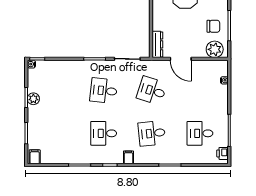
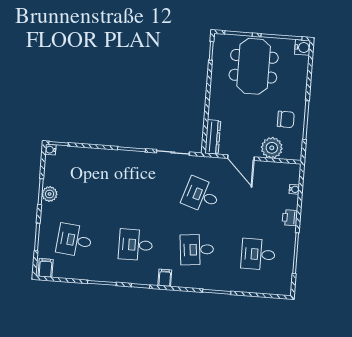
plant: (215, 49) -> (272, 148), moved
desk: (104, 91) -> (74, 240), moved
printer: (222, 153) -> (290, 218), moved

